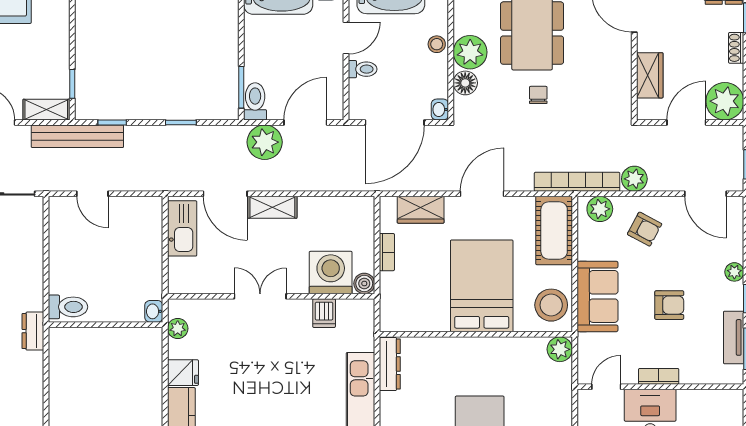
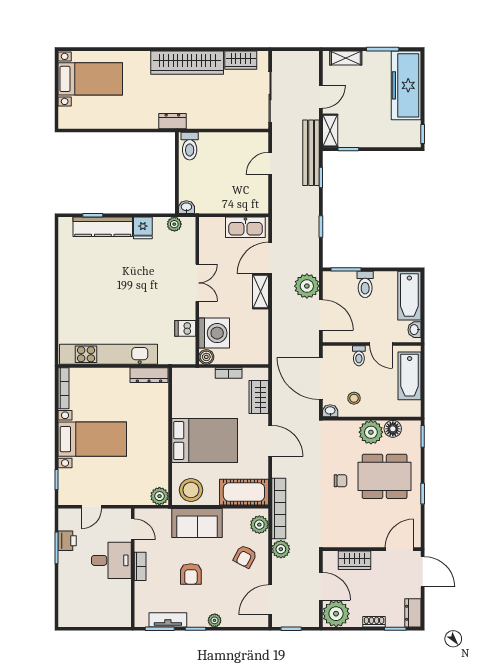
stool: (437, 44) -> (354, 398), moved
floor lamp: (465, 83) -> (393, 429), moved
toilet: (255, 101) -> (365, 284), moved, turned 90

